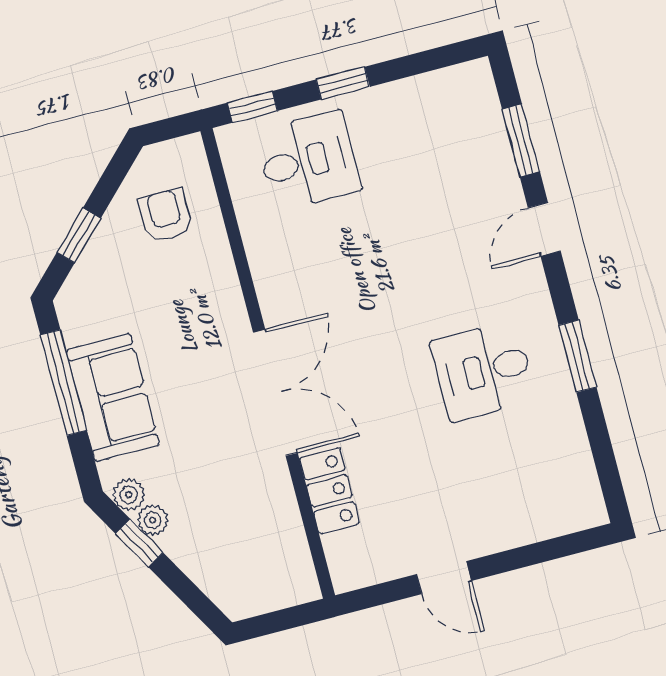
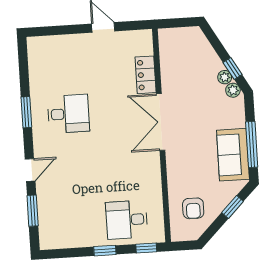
sofa: (113, 398) -> (233, 155), moved

